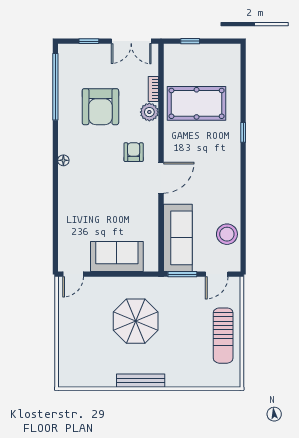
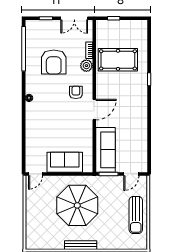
stool: (227, 234) -> (138, 147), removed
parasol: (136, 321) -> (77, 205), width x1.36, depth x1.36

